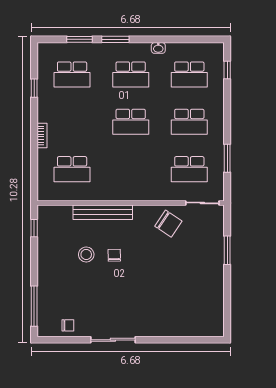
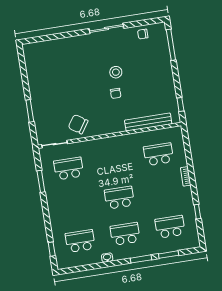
school desk: (189, 122) -> (74, 205), removed
bench: (103, 212) -> (148, 122), moved
stool: (86, 255) -> (116, 72), moved

